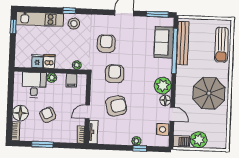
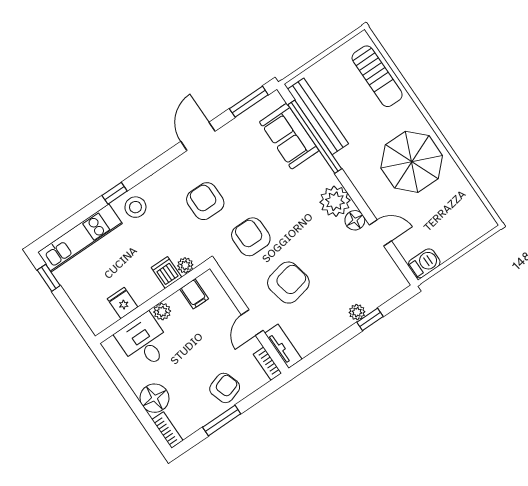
dishwasher: (49, 61) -> (166, 272), moved
armchair: (48, 115) -> (225, 388), moved, turned 99
side table: (163, 129) -> (383, 266), removed
plant: (199, 140) -> (448, 242), removed

